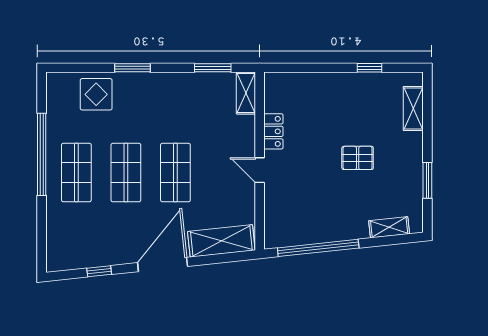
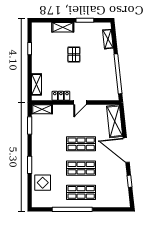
shelving: (297, 82) -> (37, 84), added
shelving: (413, 108) -> (63, 27), moved

